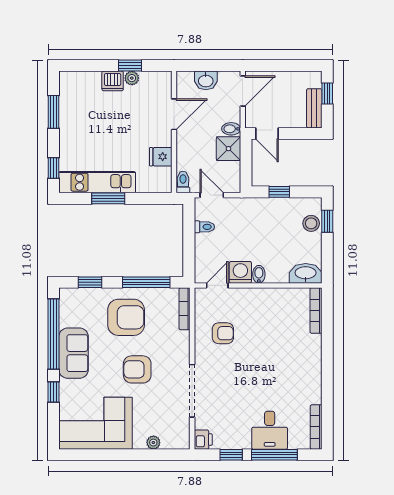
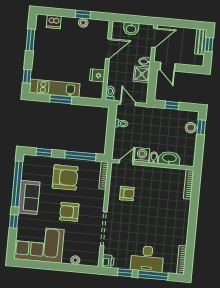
dishwasher: (113, 81) -> (54, 22), moved
bench: (314, 108) -> (201, 42), moved
washbasin: (306, 273) -> (169, 158), moved
desk: (270, 430) -> (147, 259), width x1.37

